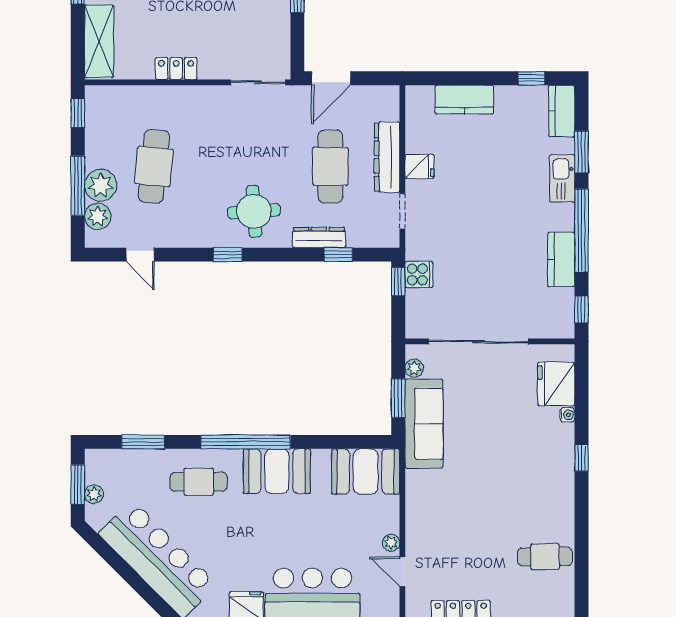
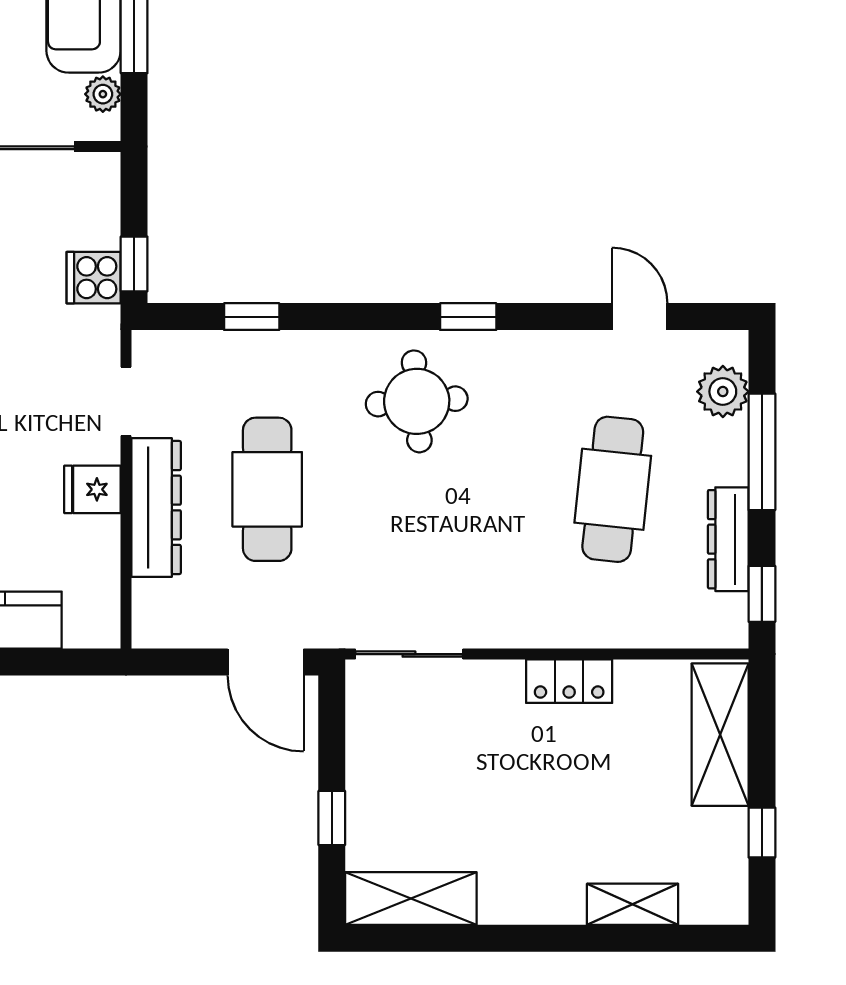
door: (331, 78) -> (266, 662), swing flipped
plant: (101, 185) -> (717, 452), removed
dresser: (319, 237) -> (728, 539), moved, turned 90

